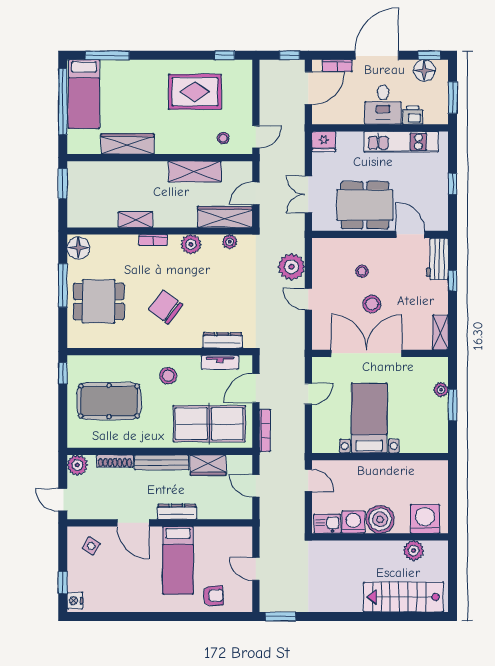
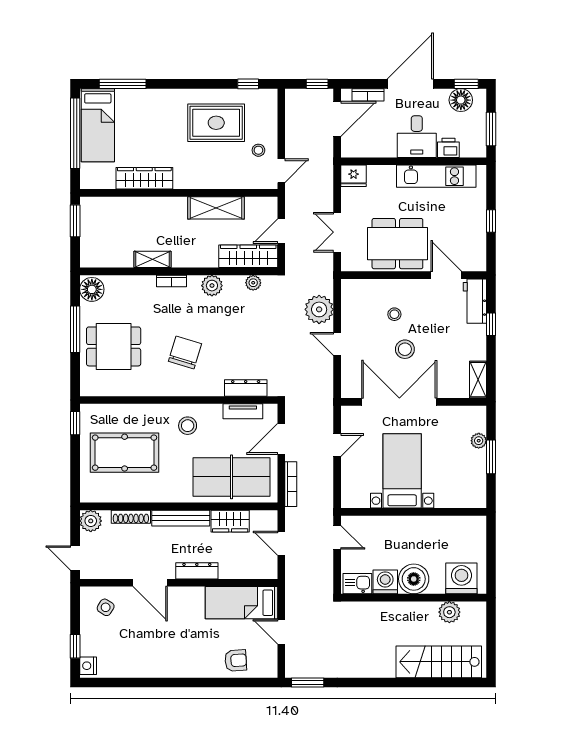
stool: (223, 138) -> (258, 150), moved
chair: (166, 307) -> (185, 353), turned 70
bed: (178, 560) -> (241, 603), moved, turned 90

